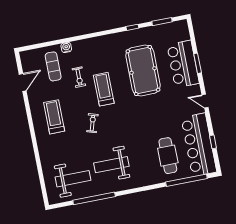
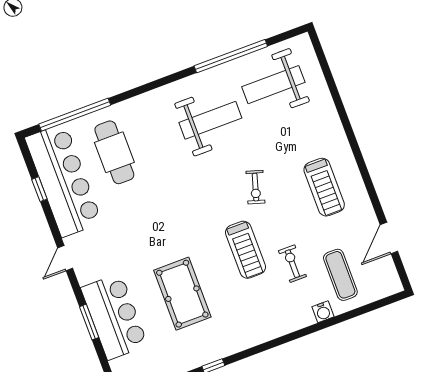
pool table: (143, 70) -> (182, 294), width x0.73, depth x0.76
door: (205, 101) -> (65, 258), swing flipped

